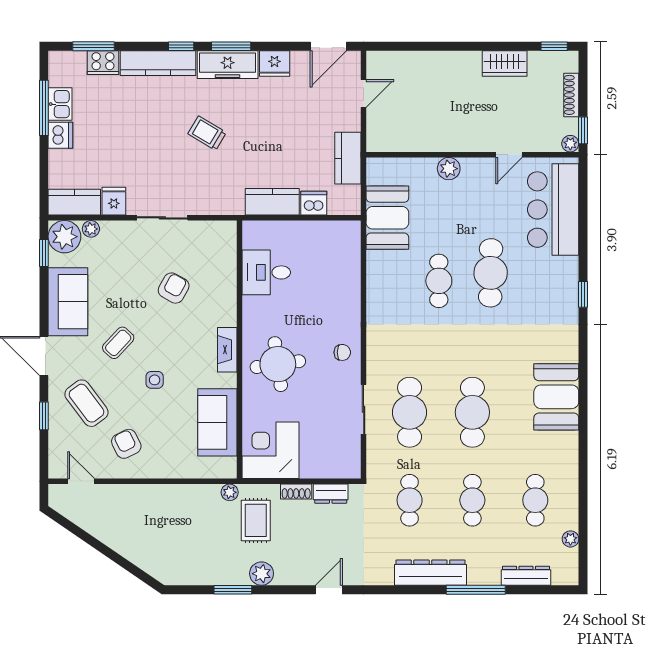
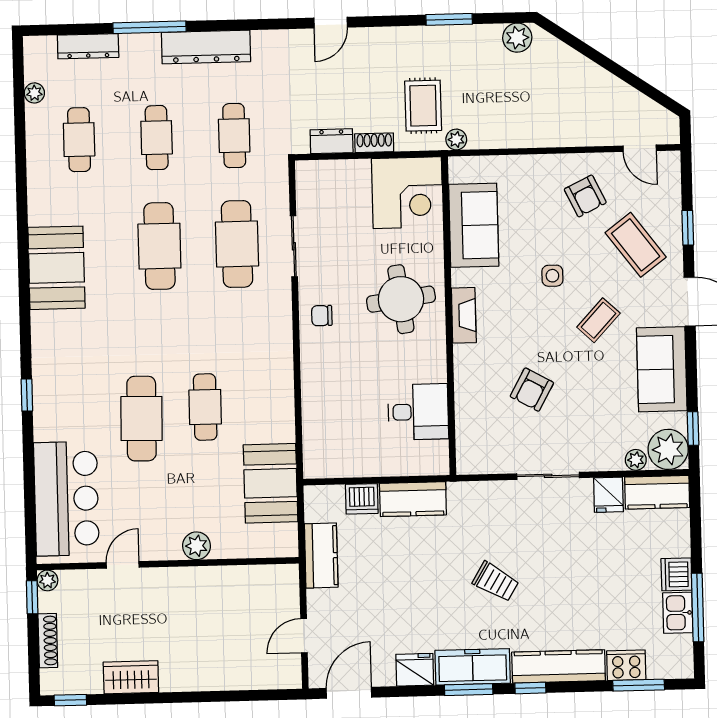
plant: (262, 574) -> (517, 38), moved

